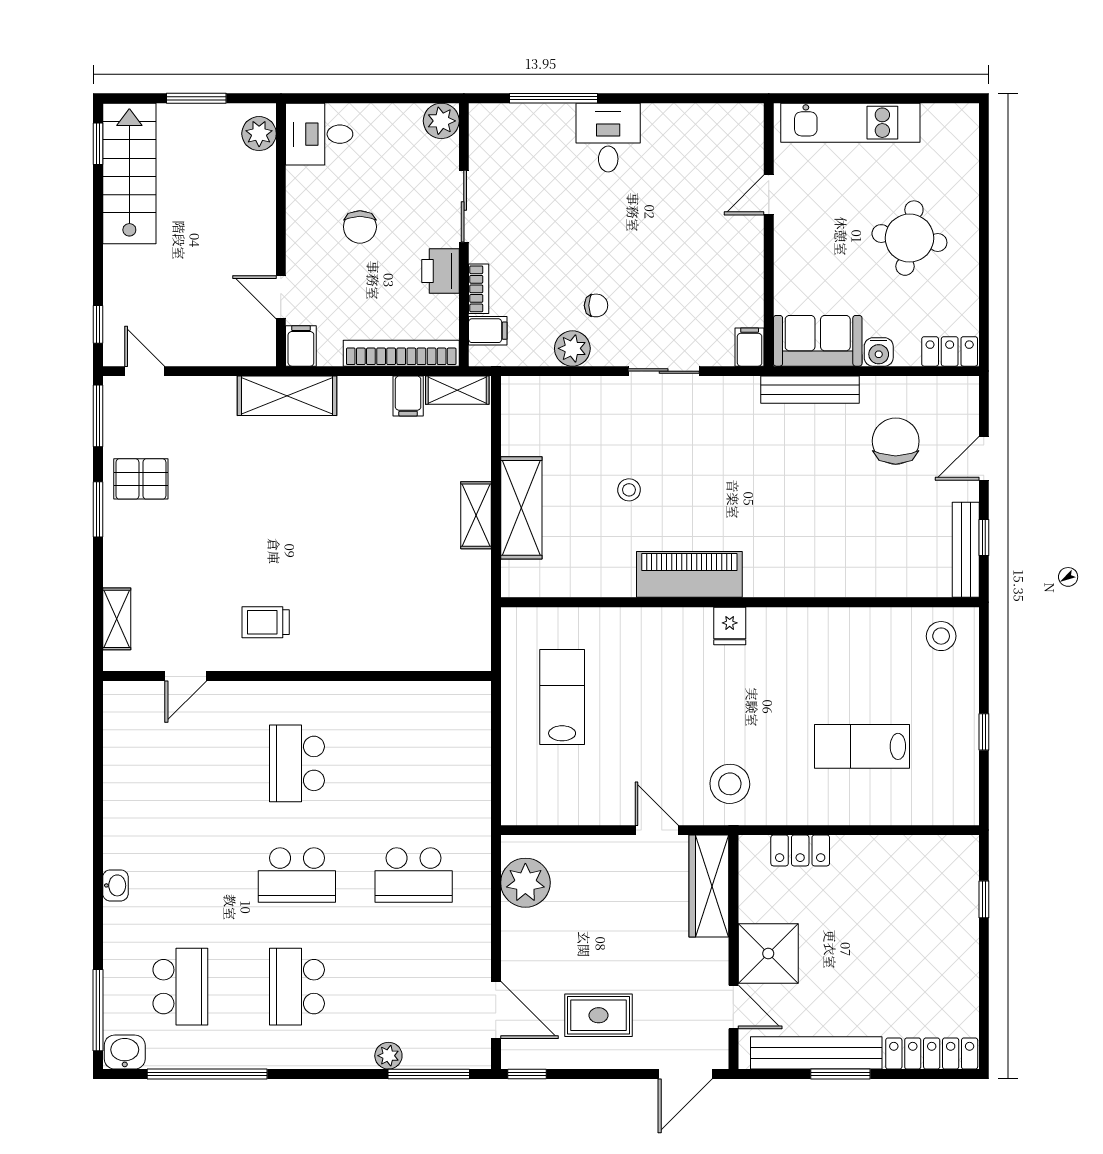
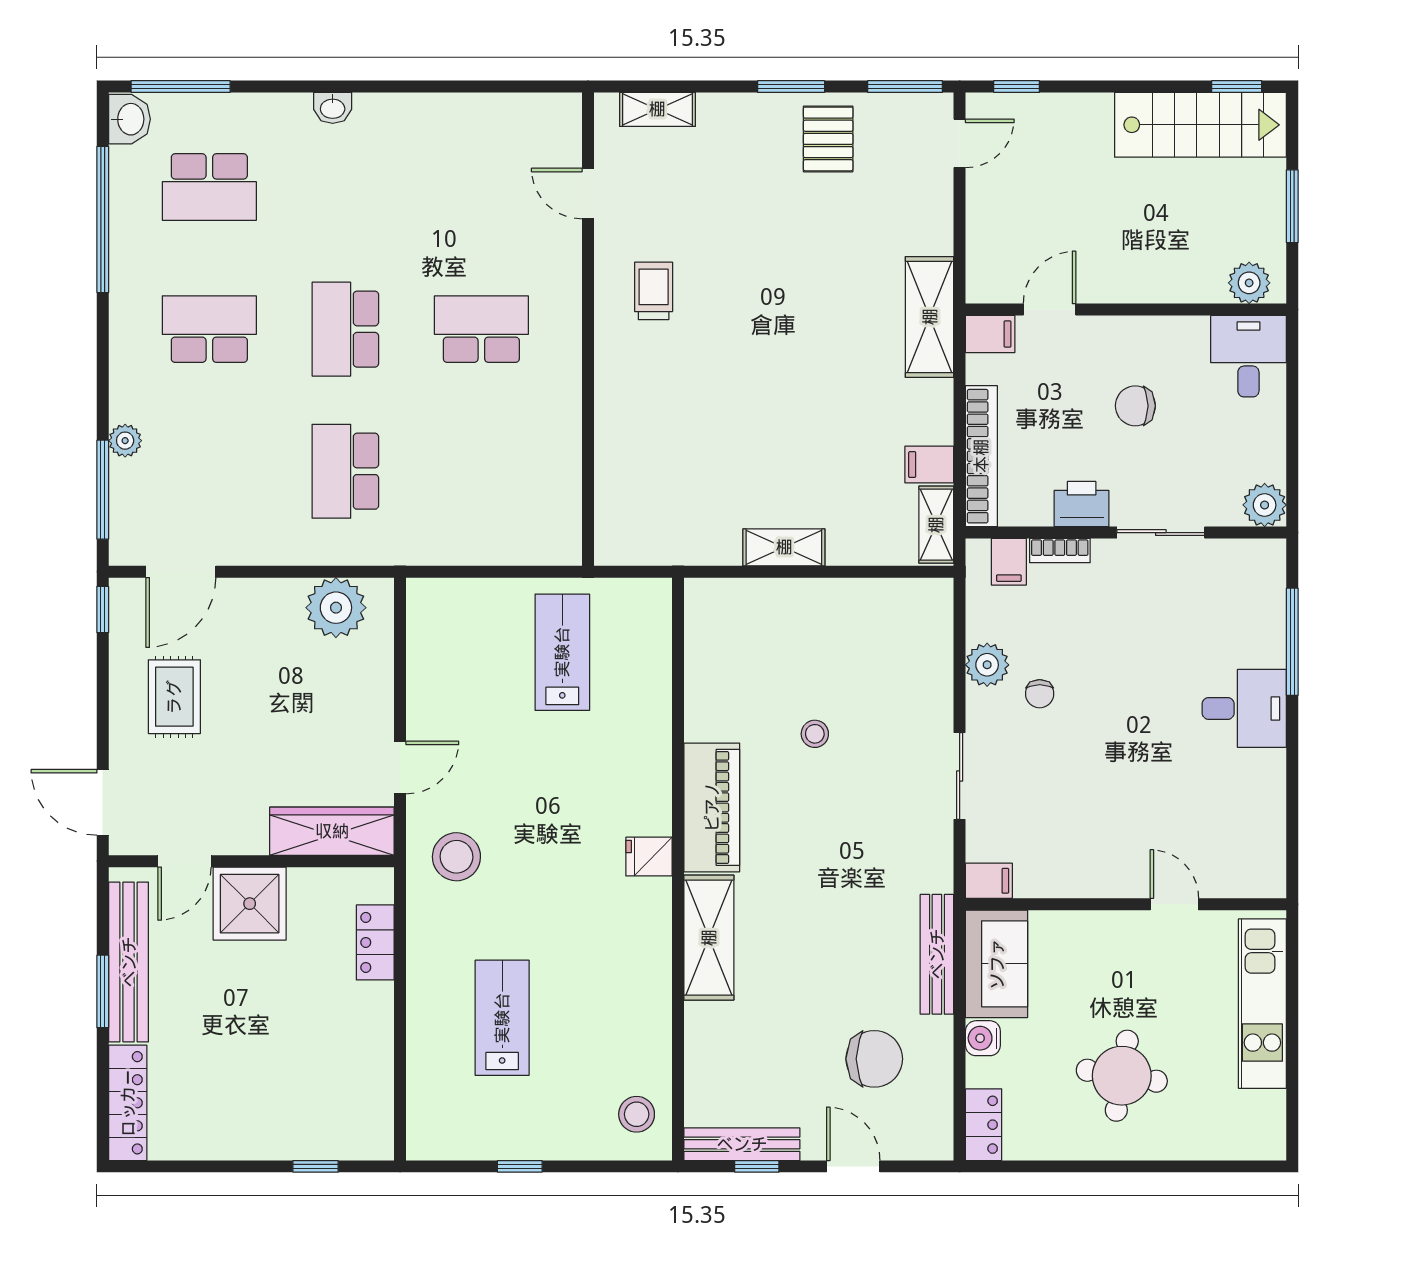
shelving: (521, 508) -> (709, 938), moved, turned 90
lab bench: (562, 697) -> (562, 652), turned -90

